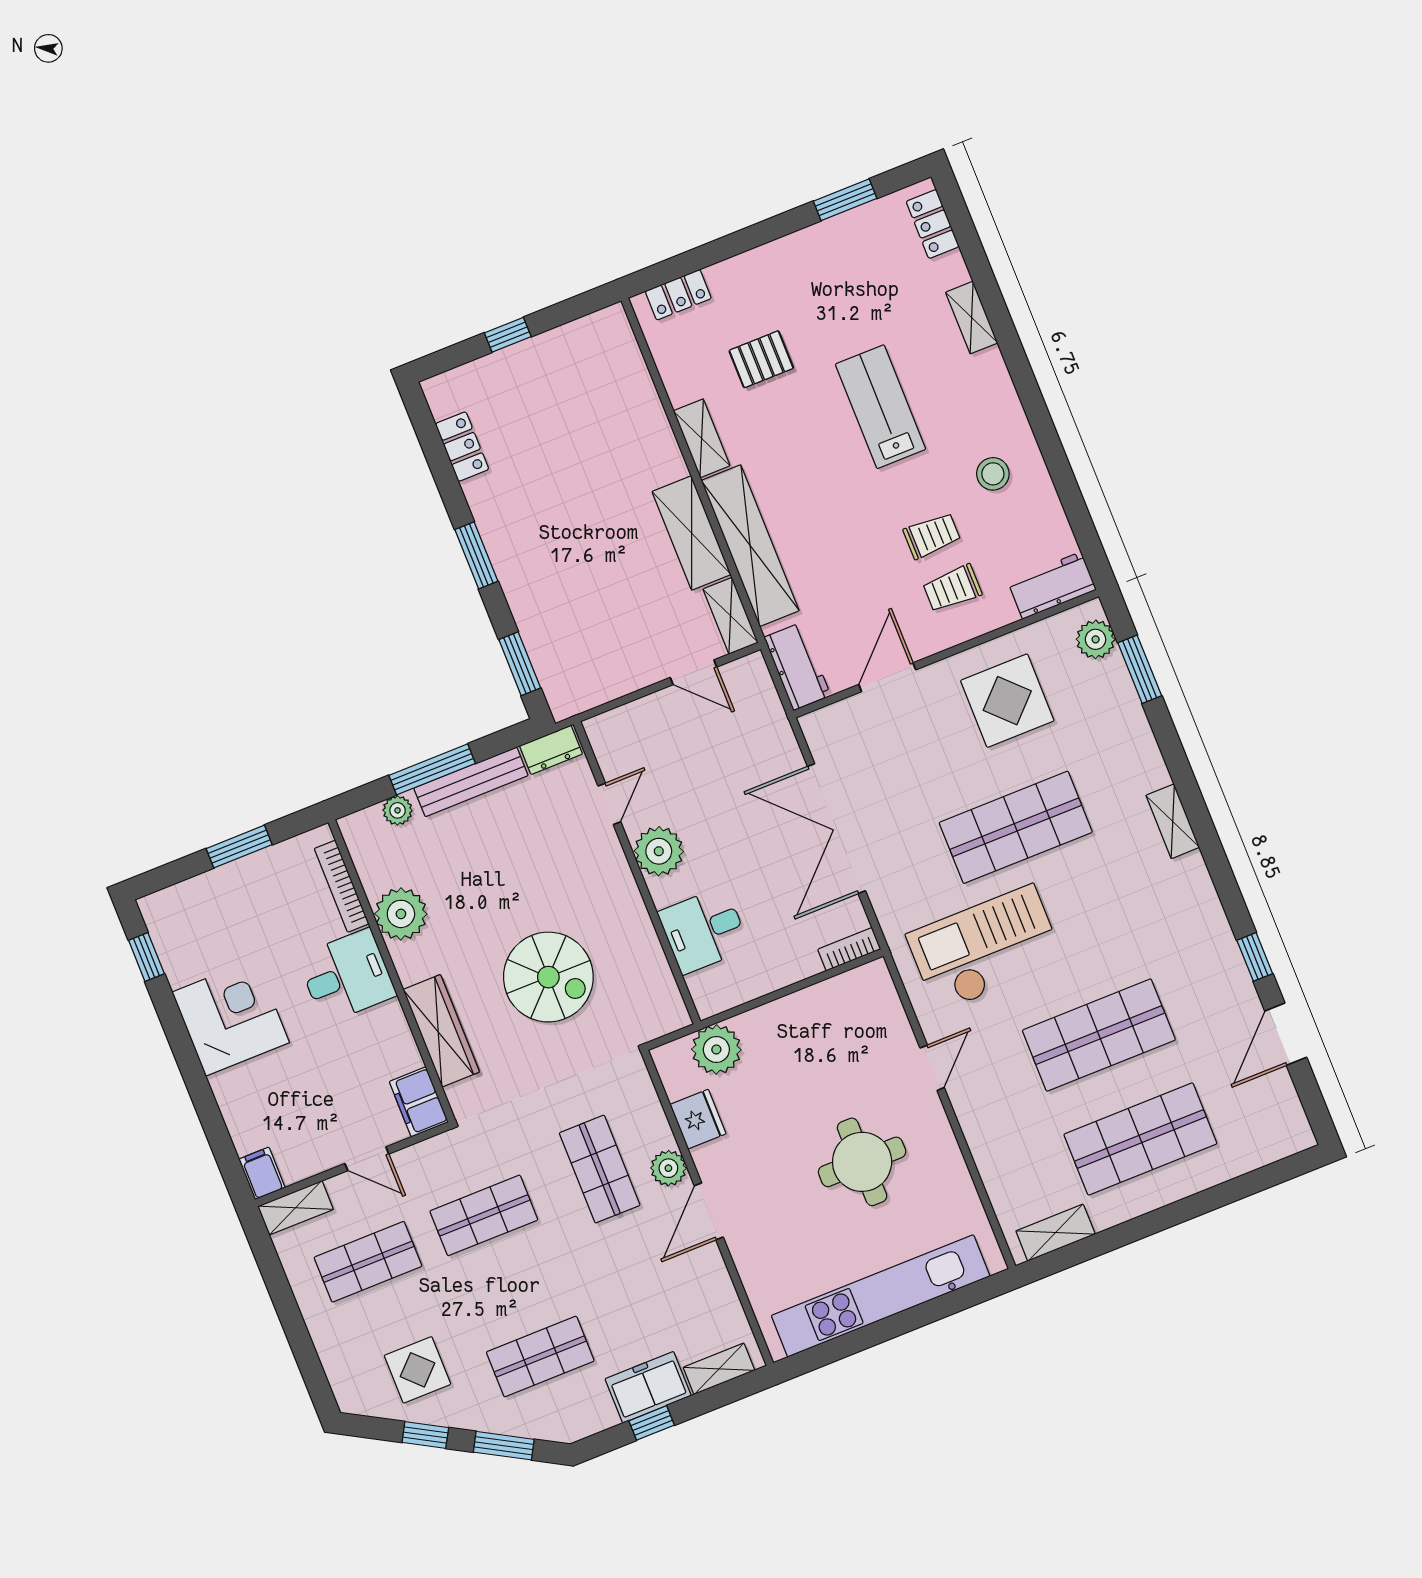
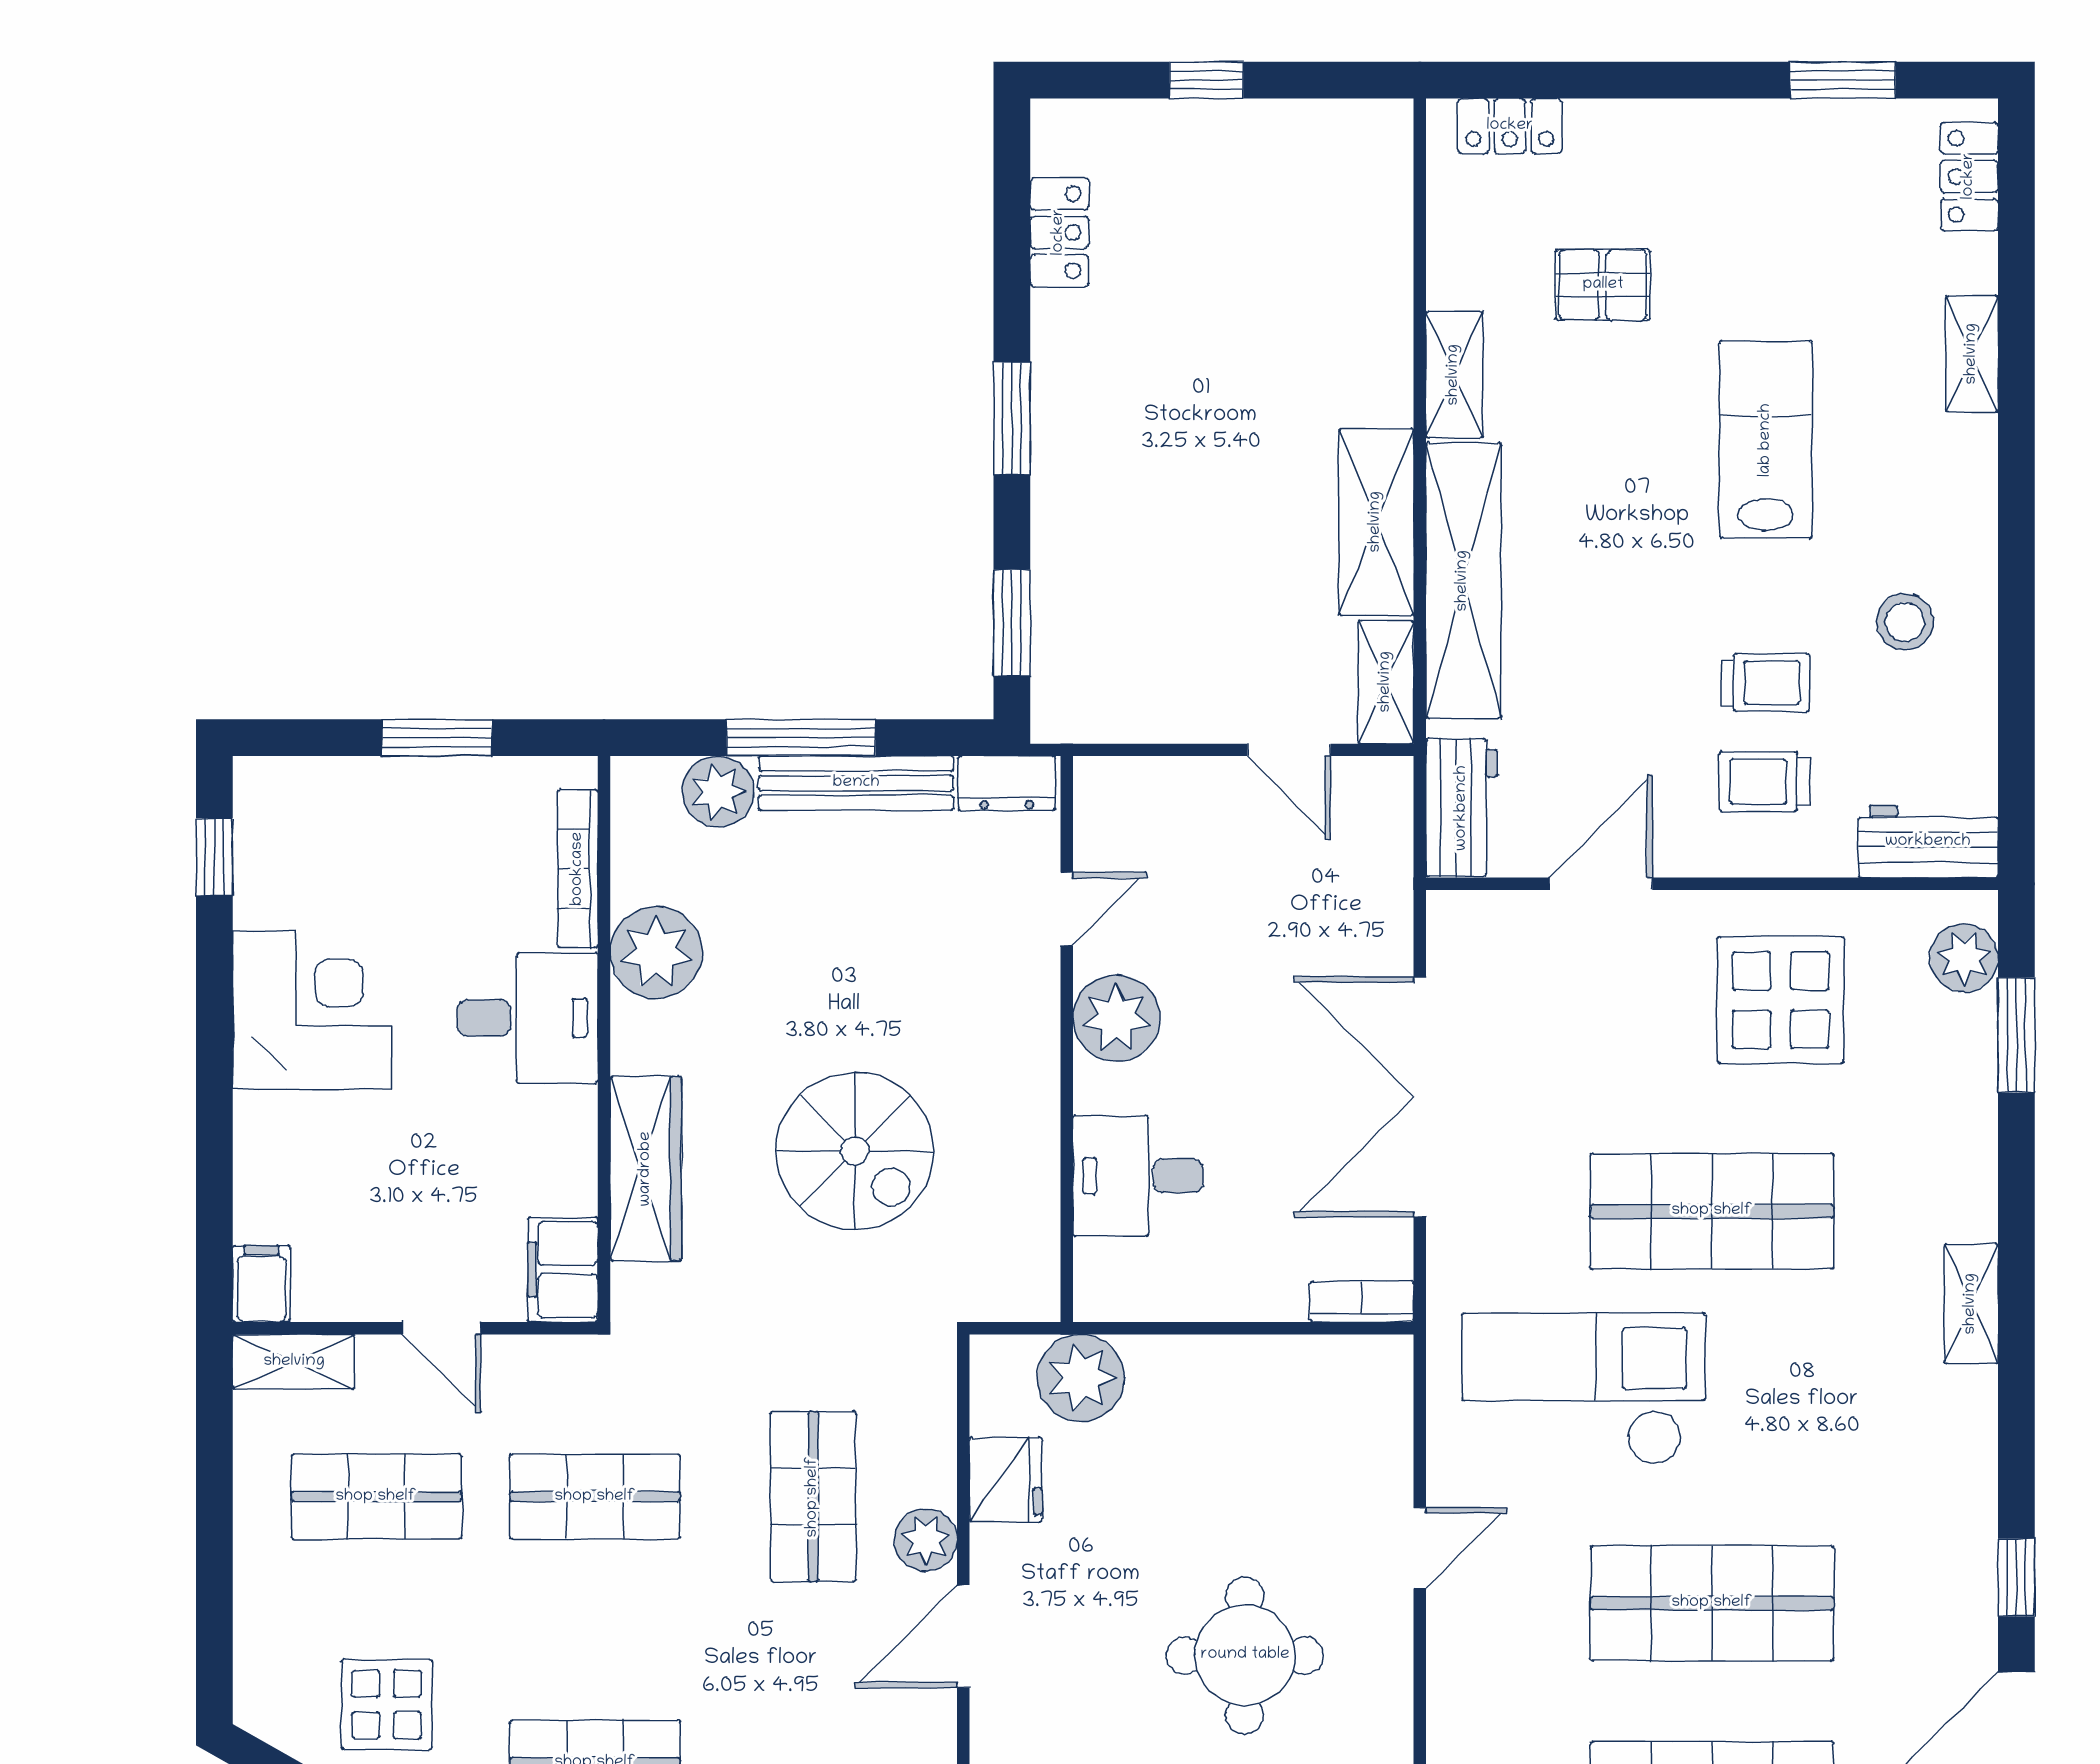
plant: (398, 810) -> (718, 792), width x1.38, depth x1.38

